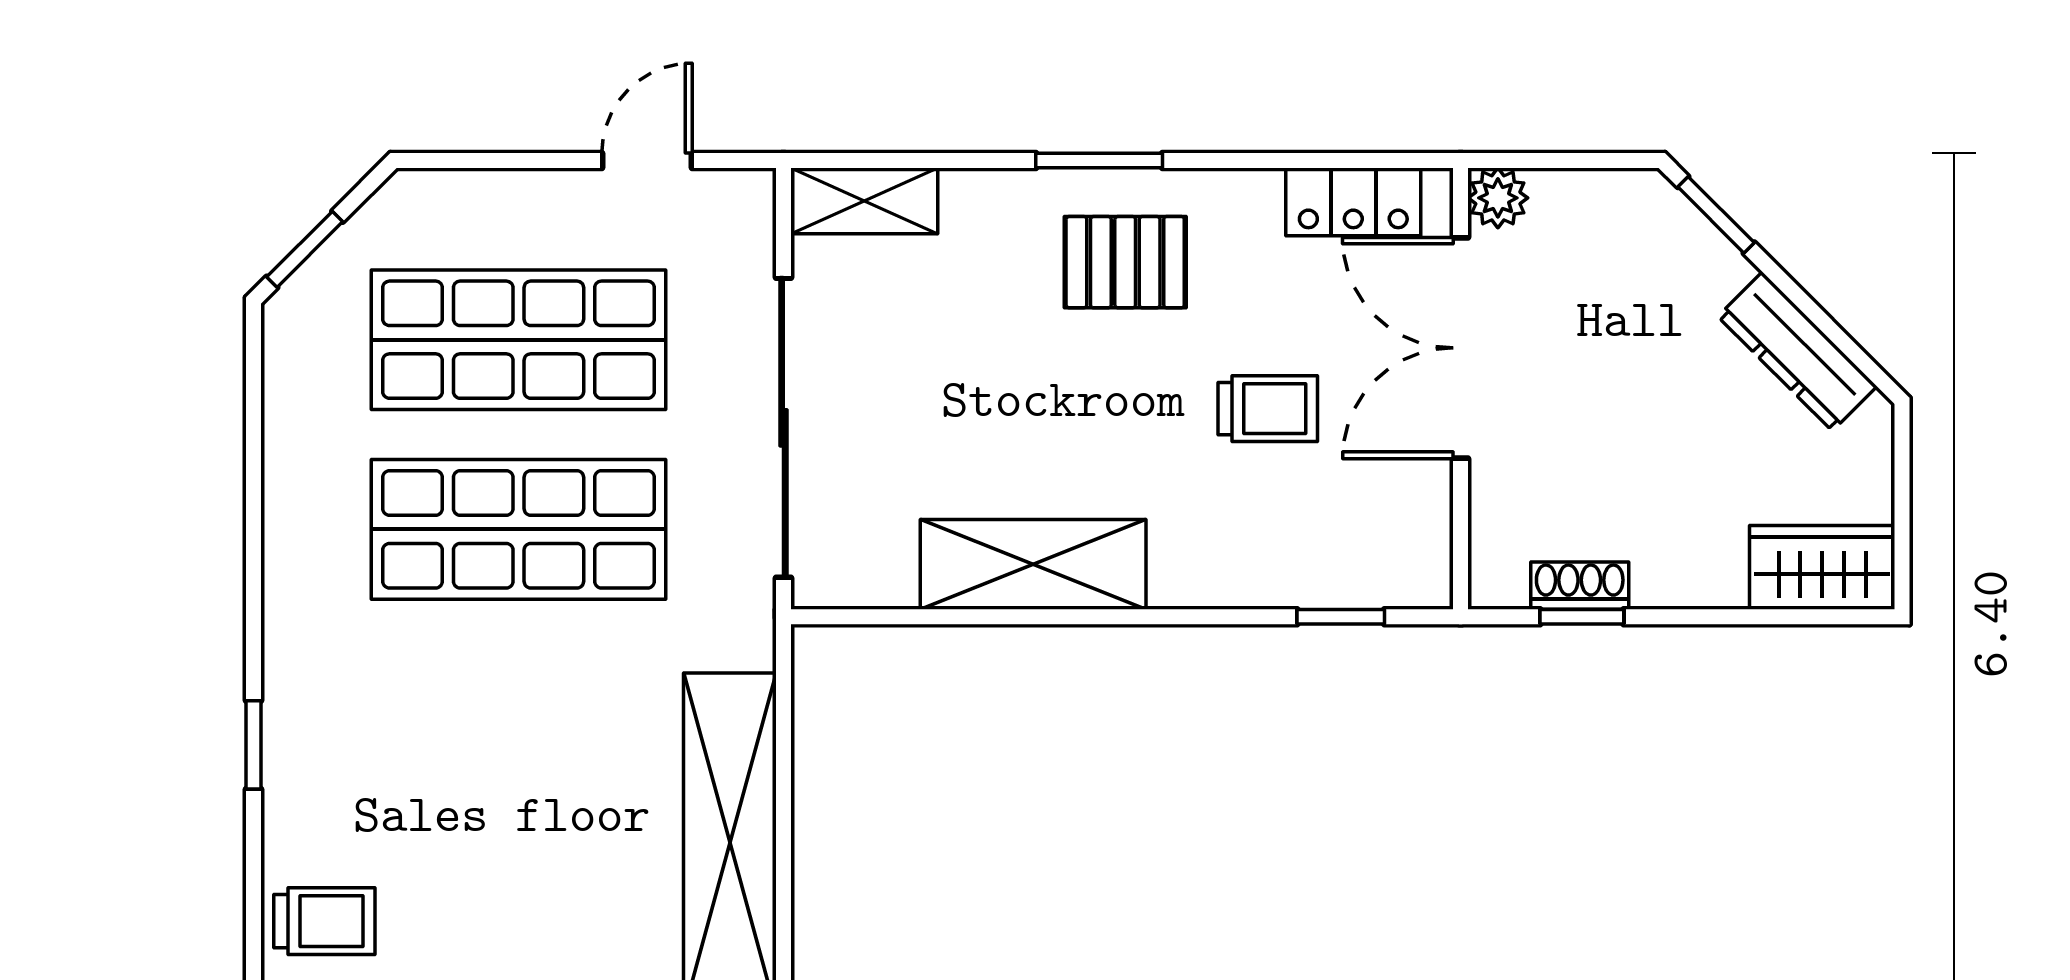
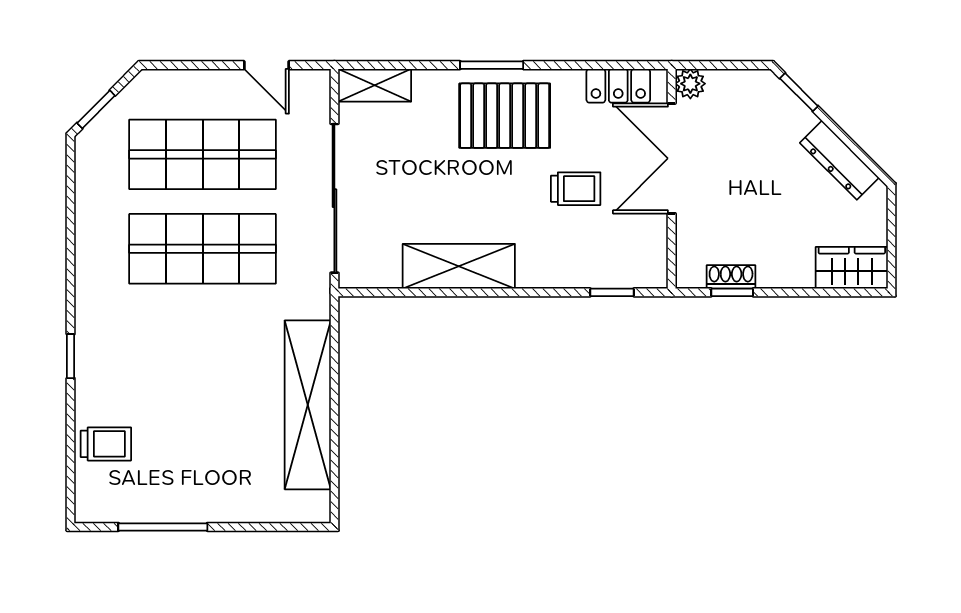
door: (647, 161) -> (266, 65), swing flipped
pallet: (1125, 262) -> (505, 116), width x1.50, depth x1.42

